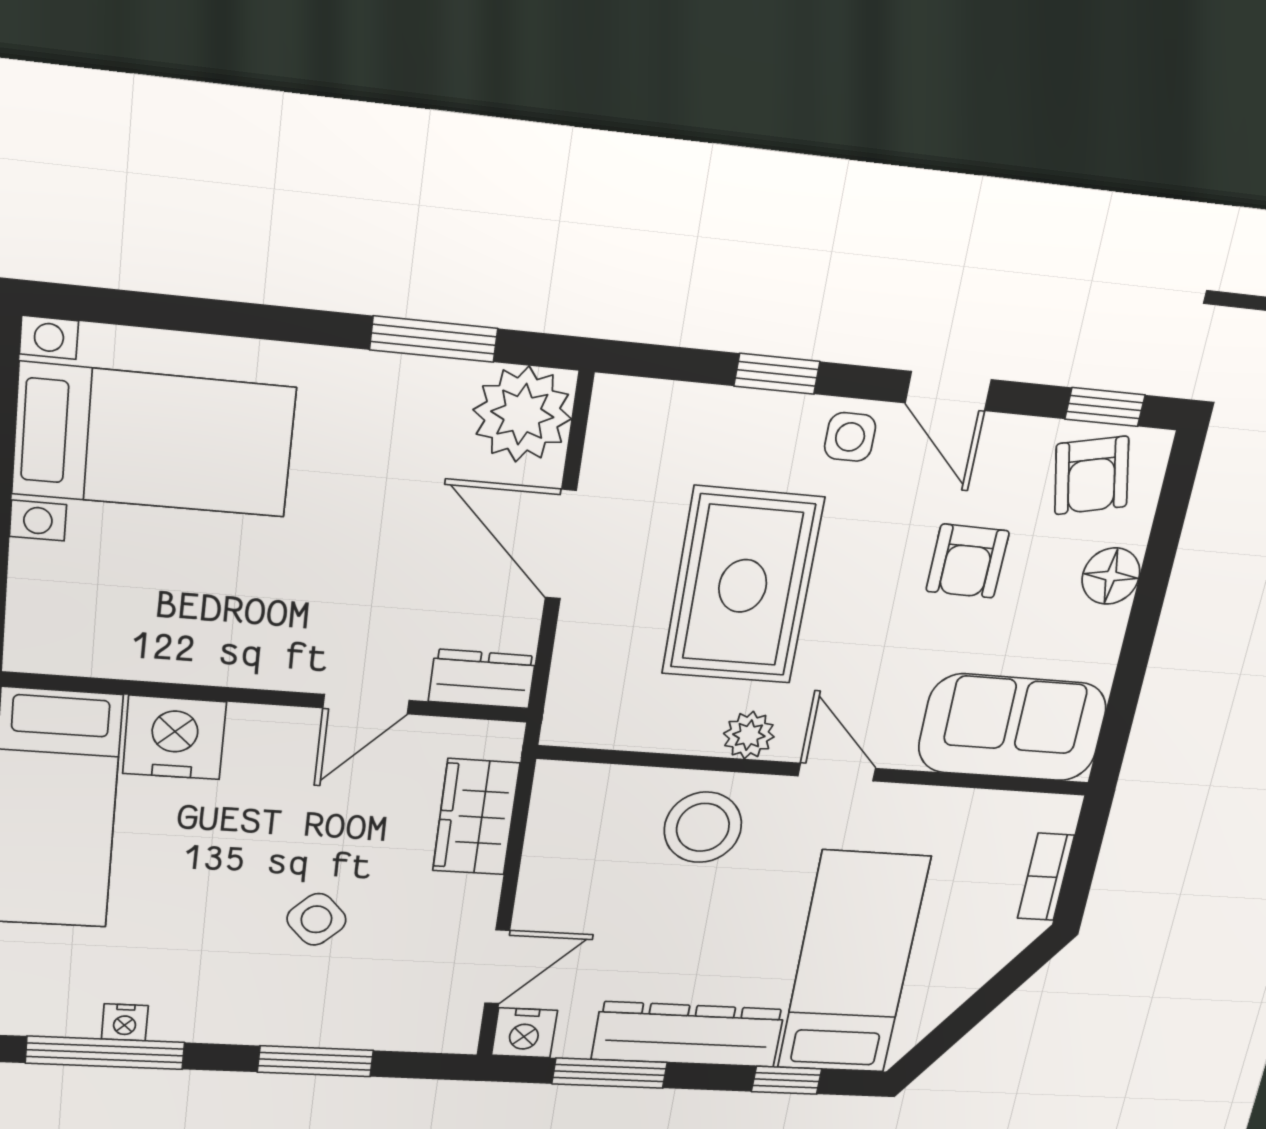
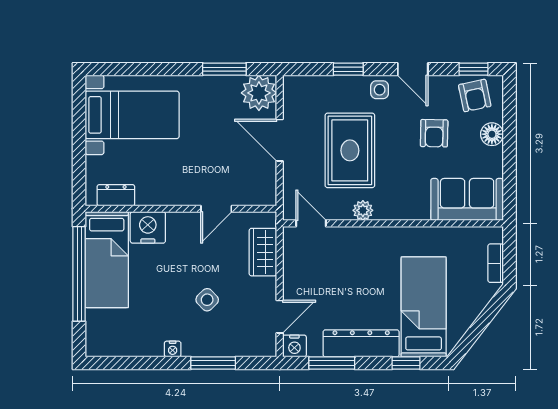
dresser: (482, 679) -> (116, 195), moved
door: (837, 772) -> (311, 223), moved
stool: (703, 827) -> (352, 251), removed
nightstand: (125, 1022) -> (173, 349), moved
window: (105, 1053) -> (132, 363), removed

